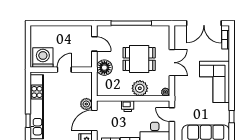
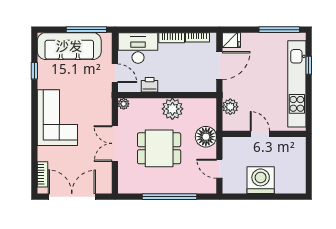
washing machine: (43, 57) -> (261, 180), moved, turned 180
door: (64, 70) -> (260, 134), swing flipped
plant: (140, 88) -> (172, 109), moved
plant: (86, 104) -> (230, 107), moved
printer: (128, 106) -> (150, 85), moved

